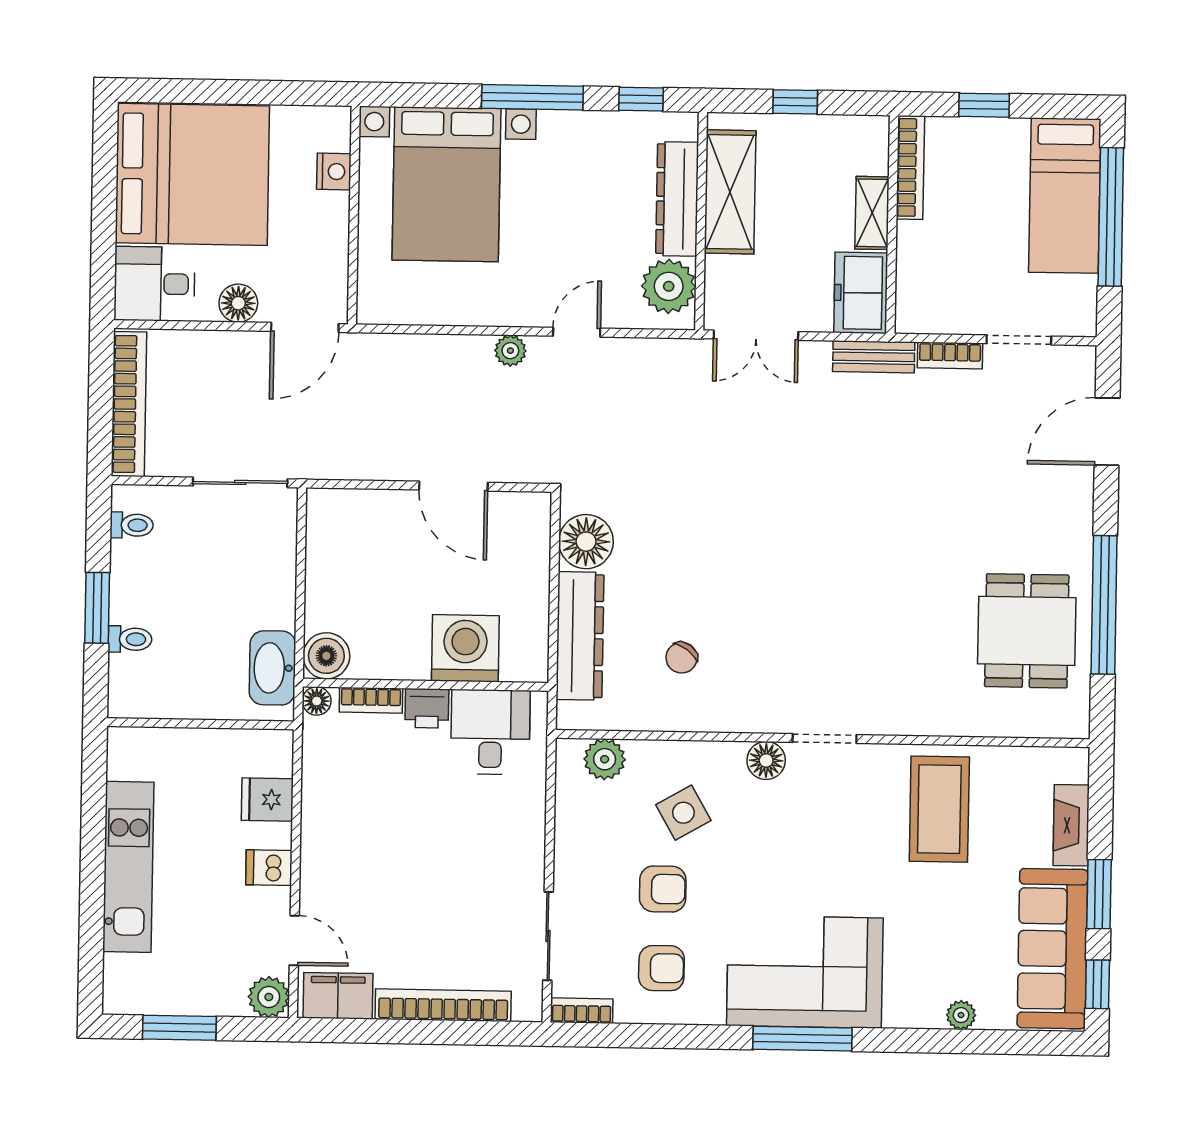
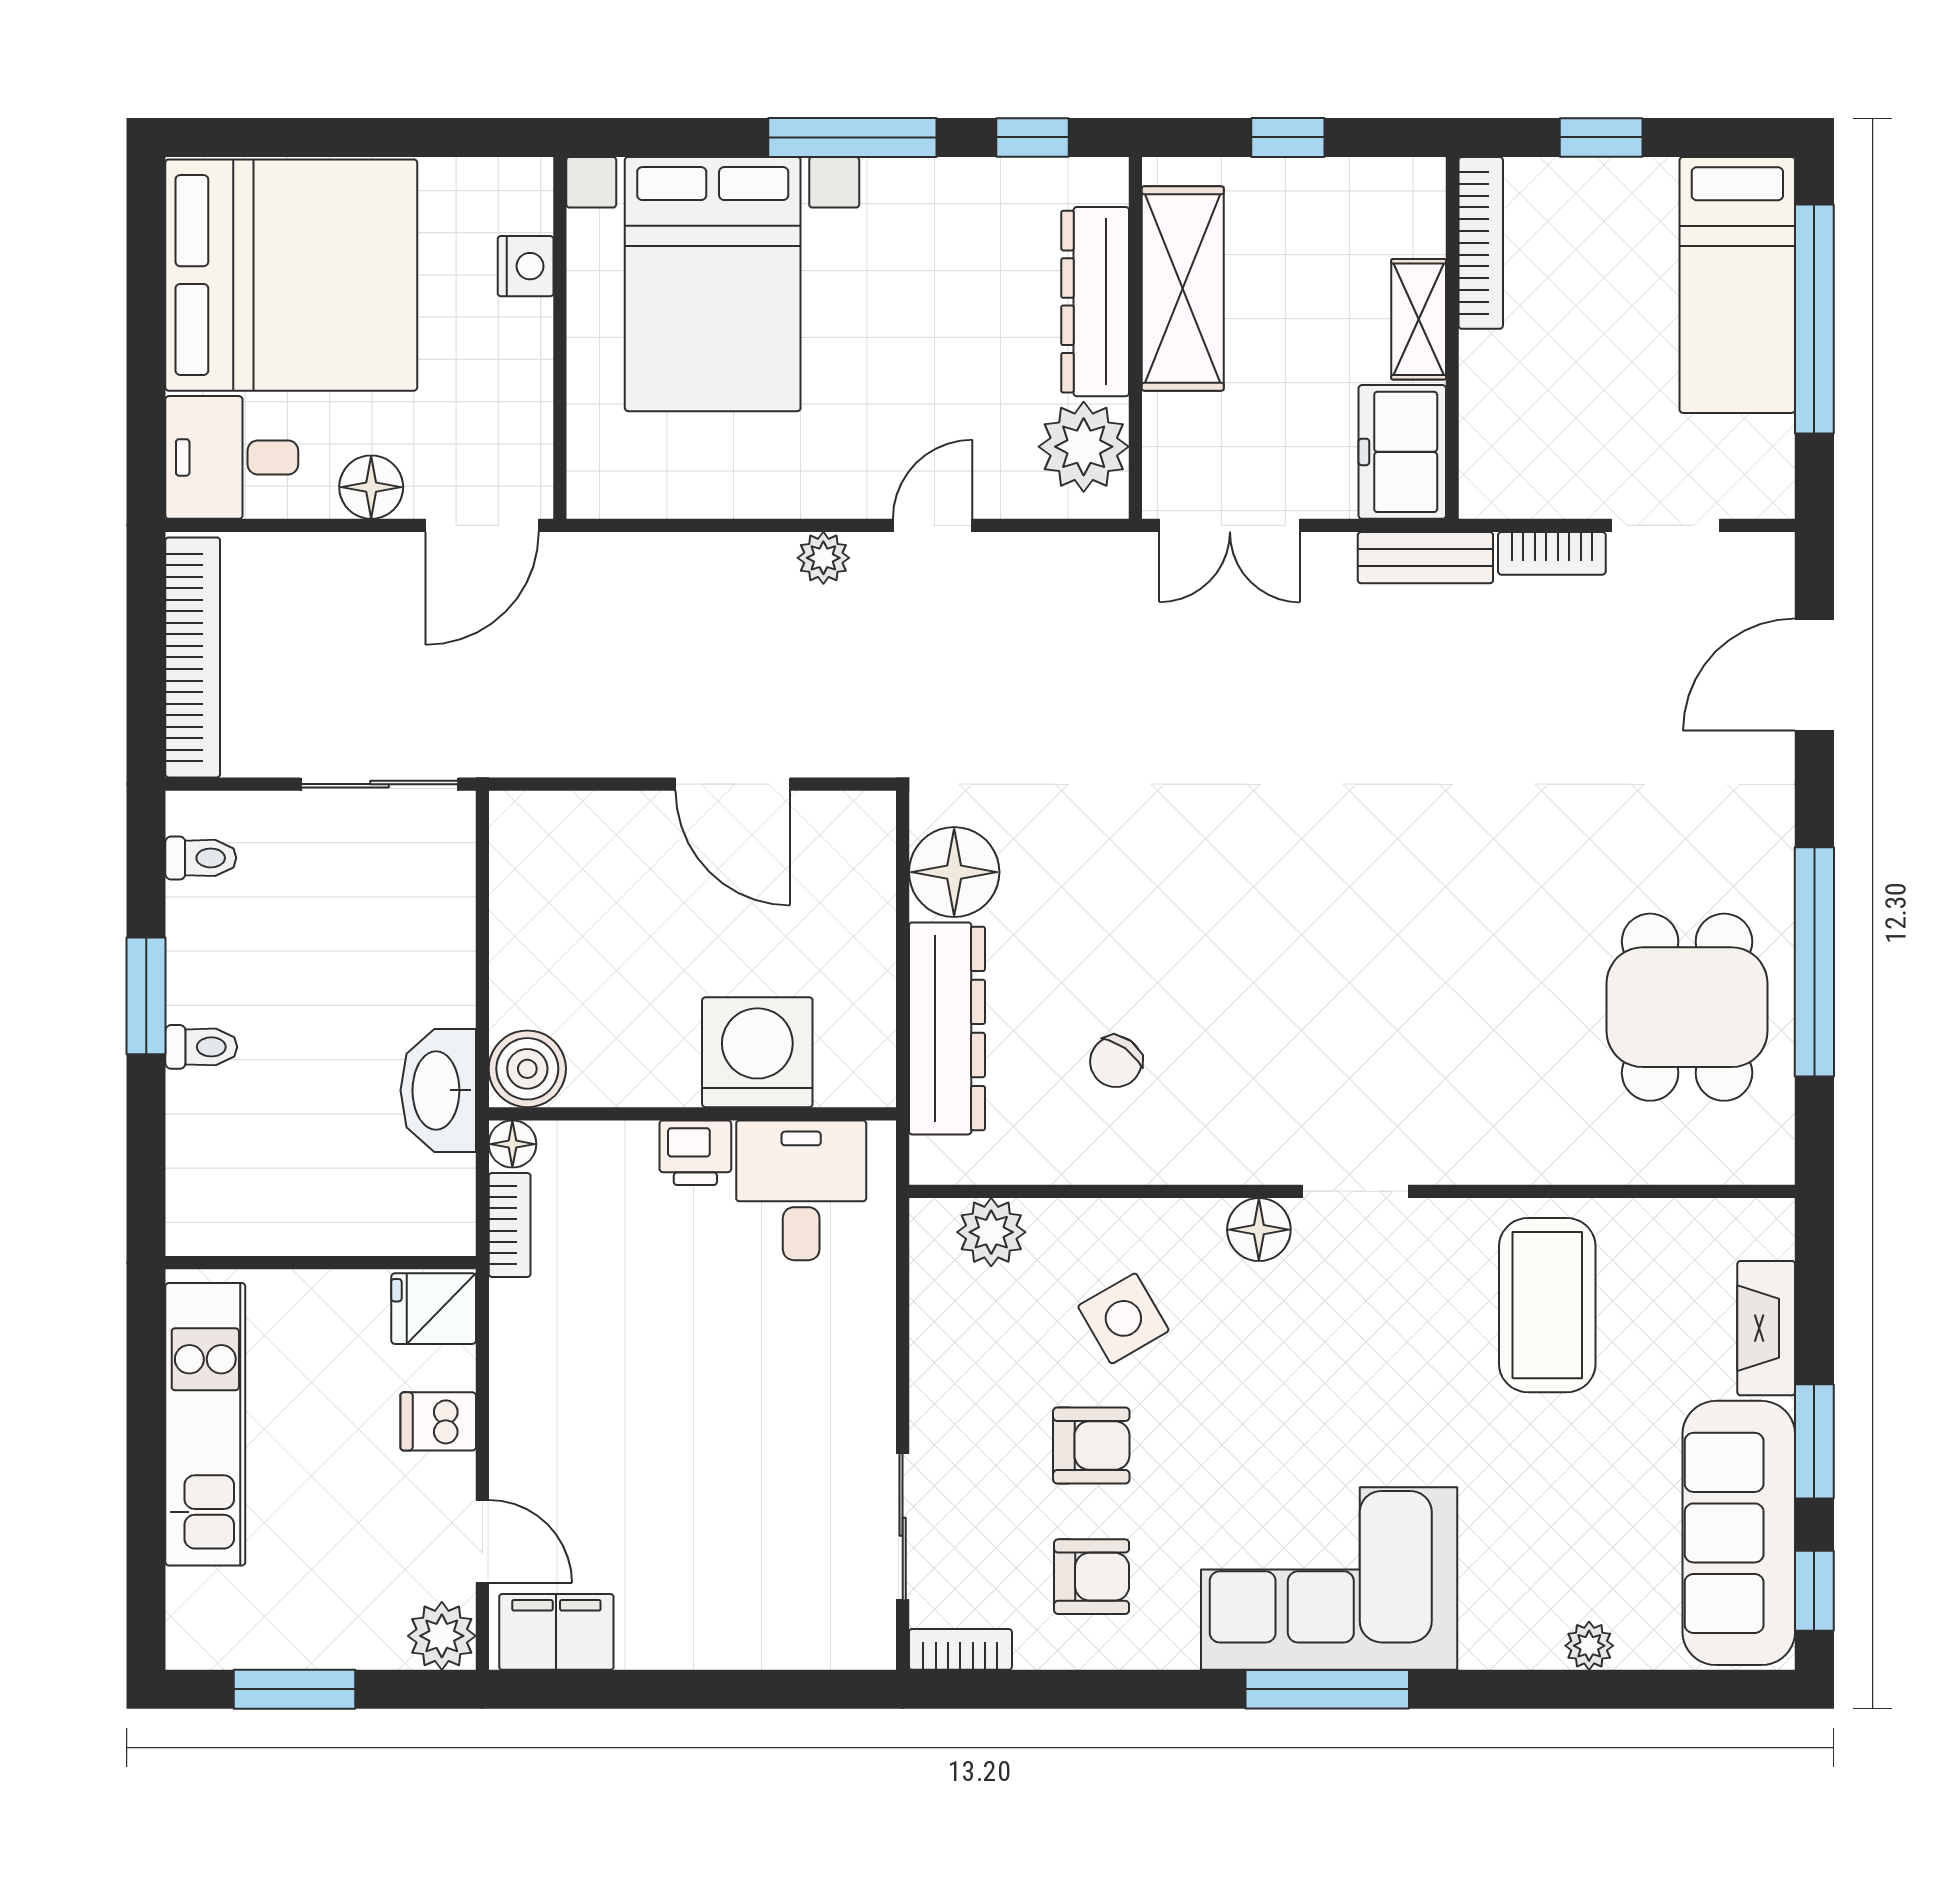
bookcase: (371, 700) -> (510, 1225), moved, turned -90
wall: (200, 724) -> (321, 1263), moved
bookcase: (443, 1005) -> (731, 1644), removed

